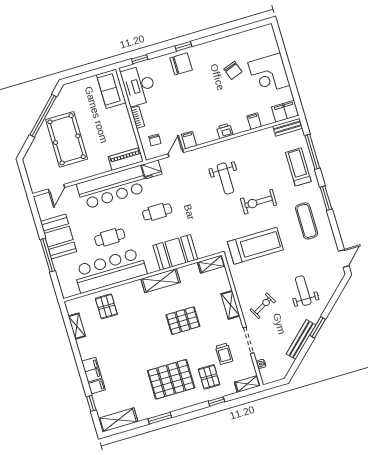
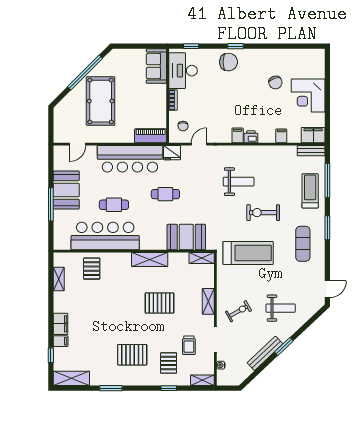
filing cabinet: (189, 140) -> (238, 135), moved
weight bench: (225, 178) -> (239, 182), turned -90
booth: (175, 252) -> (186, 237), moved
weight bench: (303, 291) -> (281, 308), turned 90
pallet: (171, 379) -> (132, 355), width x0.73, depth x0.71

